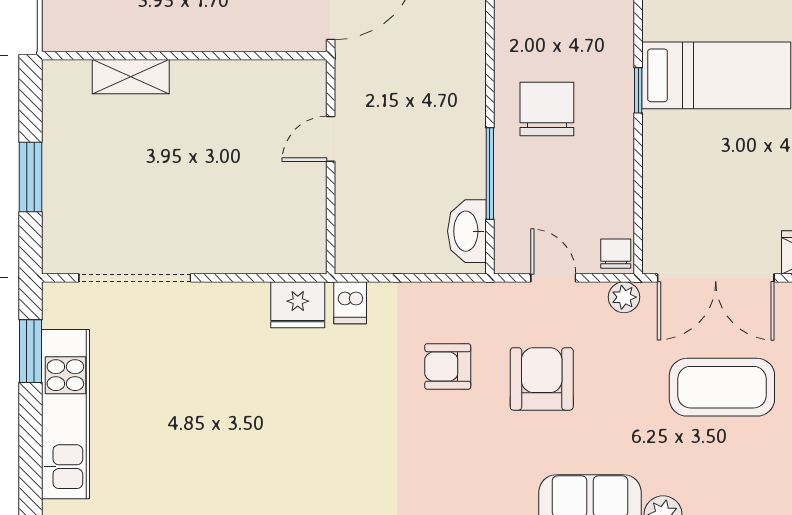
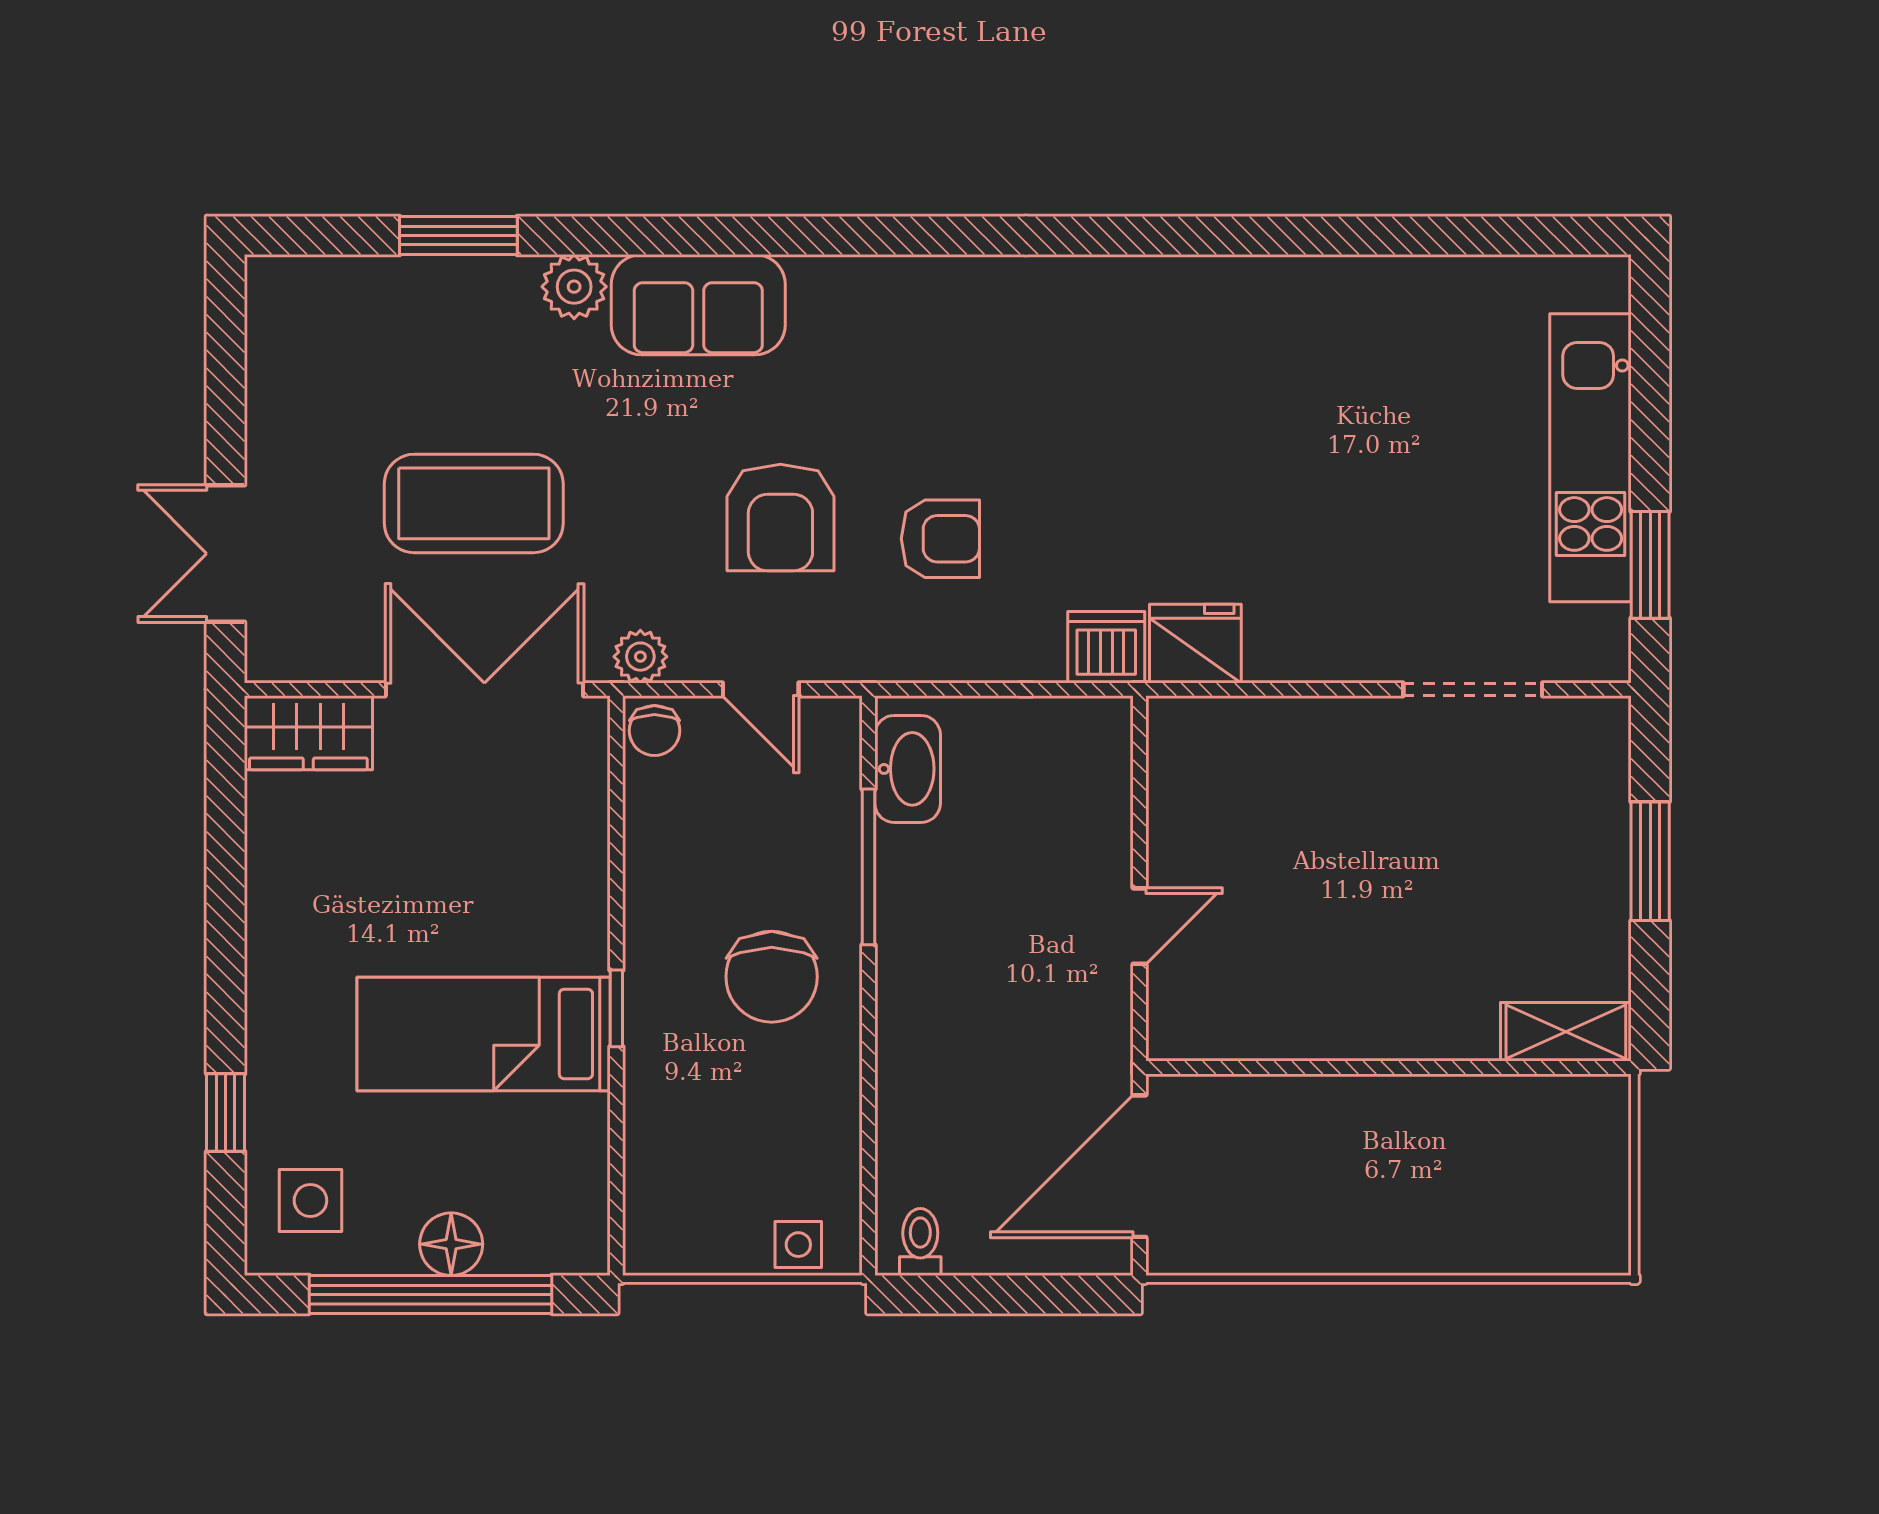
shelving: (131, 77) -> (1566, 1032), moved
doorway: (135, 278) -> (1473, 689), width x0.73
dishwasher: (350, 303) -> (1106, 647), width x1.38

